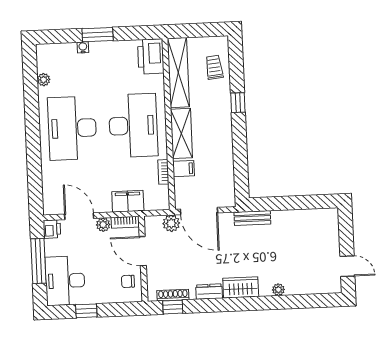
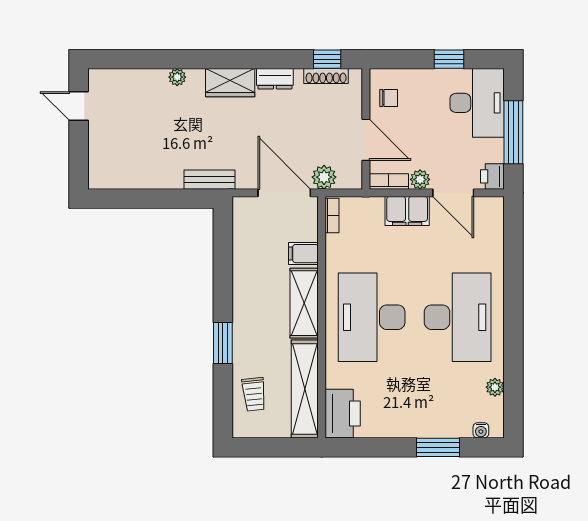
window: (98, 35) -> (438, 447), moved
water cooler: (83, 47) -> (481, 430), moved
window: (238, 103) -> (223, 343), width x1.50
bookcase: (163, 172) -> (332, 216), moved
filing cabinet: (128, 201) -> (407, 211), moved

